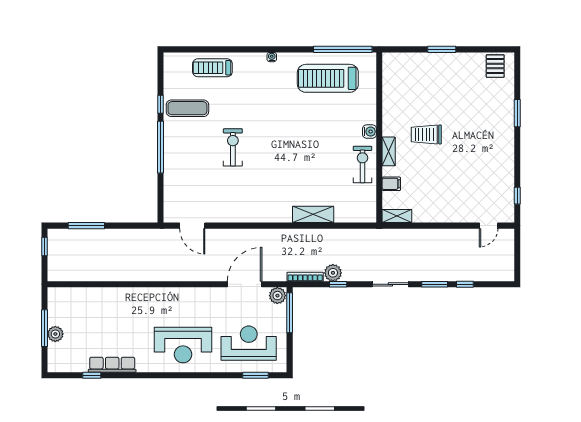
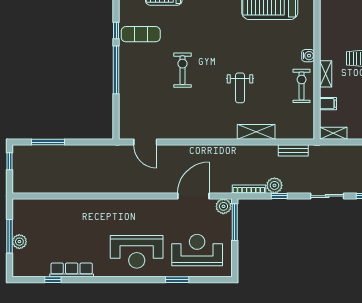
weight bench: (296, 167) -> (240, 88), added
bench: (353, 235) -> (293, 150), added
window: (255, 375) -> (177, 280), moved

